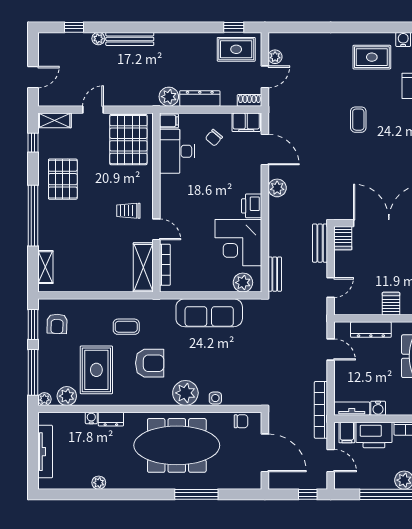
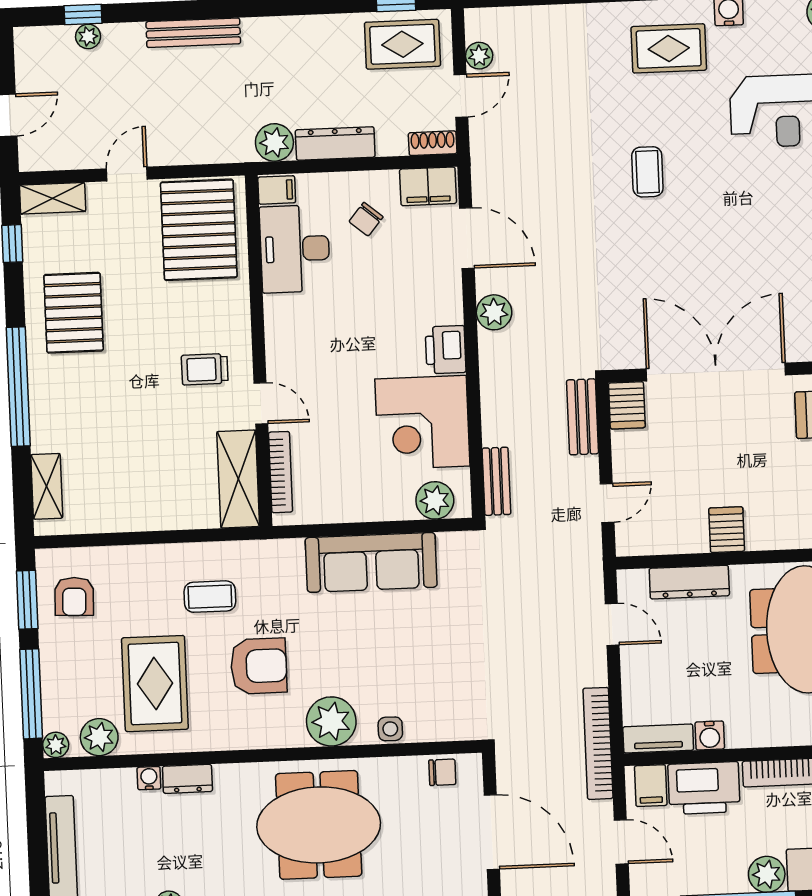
plant: (98, 39) -> (88, 36), moved
meeting table: (177, 445) -> (319, 825), width x0.73

